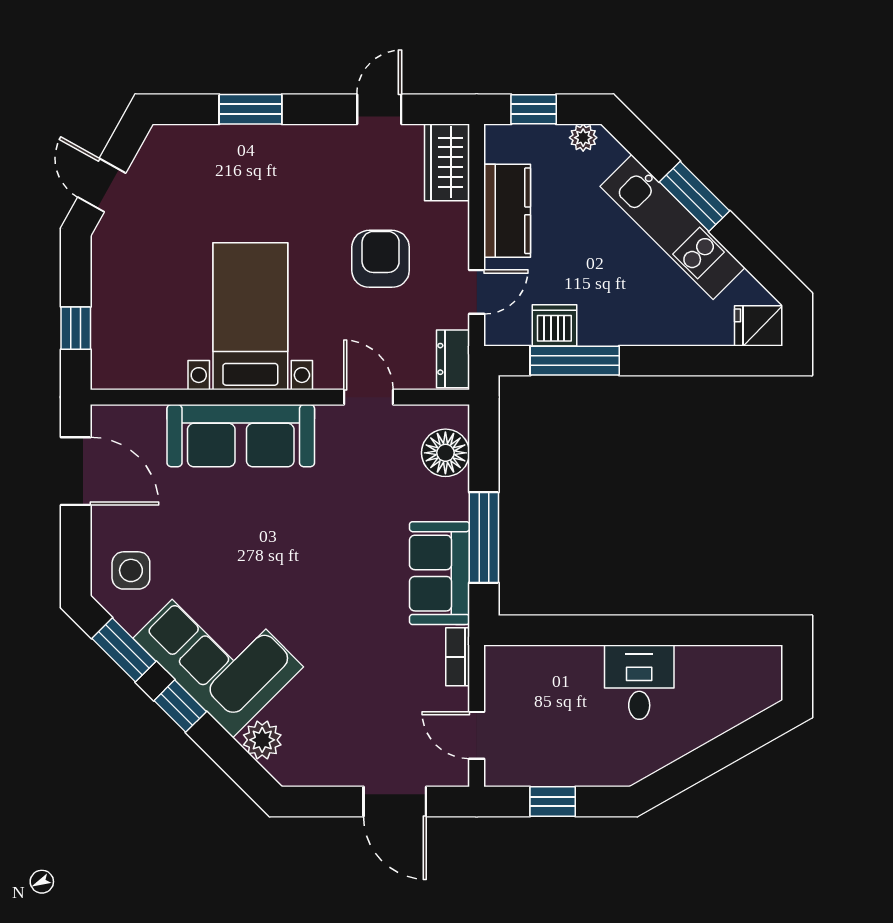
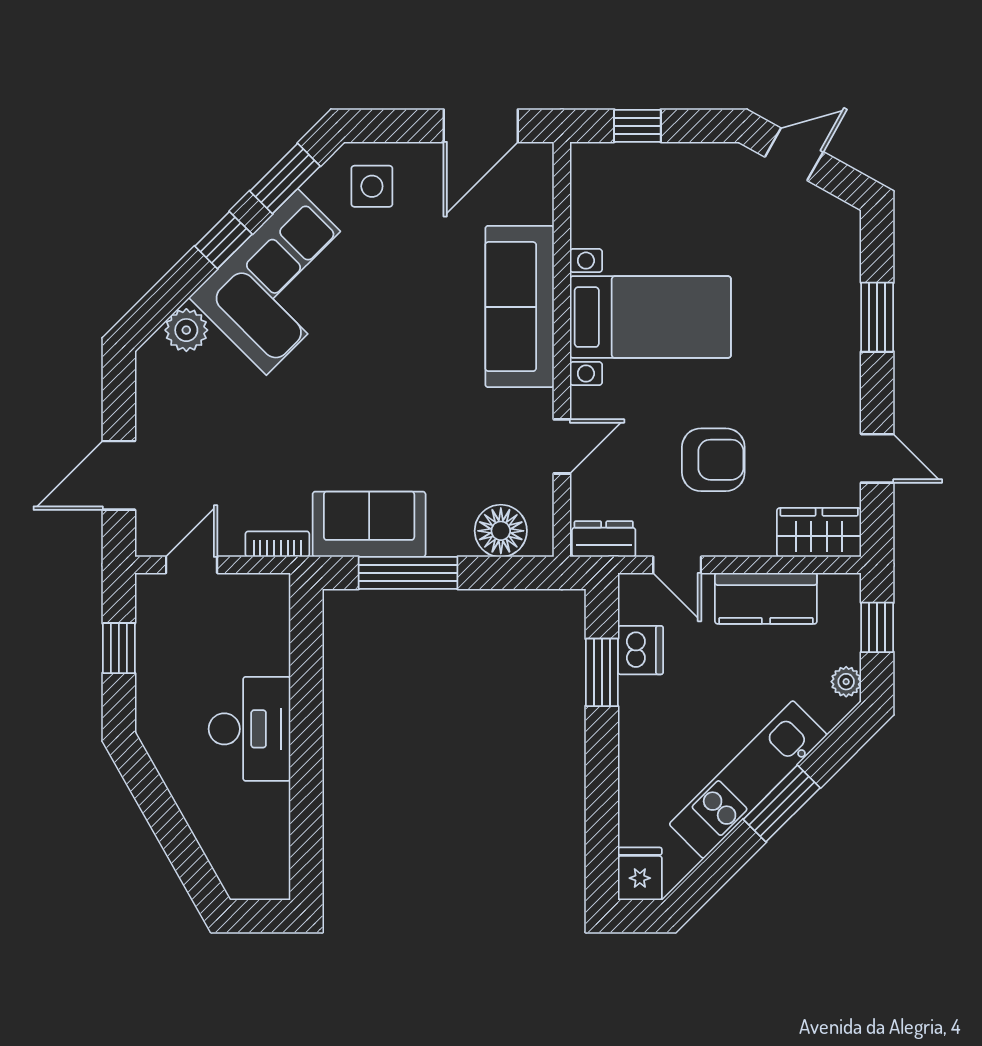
window: (575, 361) -> (602, 672), width x0.69
desk: (639, 682) -> (250, 729), width x1.37

